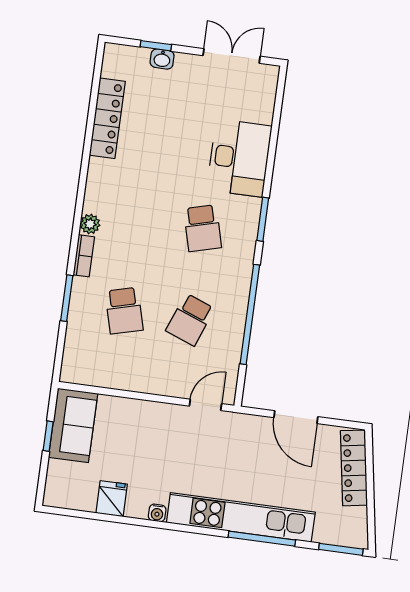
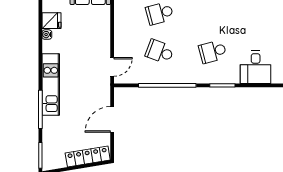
desk: (239, 158) -> (256, 67), width x0.73
door: (205, 405) -> (112, 67), hinge flipped
water cooler: (157, 513) -> (47, 35), moved
kitchen unit: (241, 517) -> (51, 85), width x0.73

